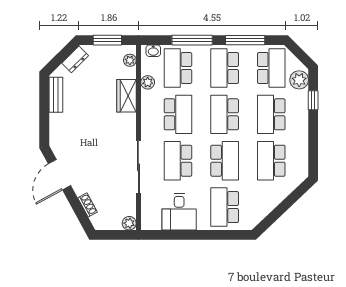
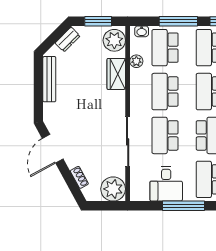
plant: (130, 60) -> (114, 40), width x1.88, depth x1.88
bench: (56, 95) -> (49, 79), width x1.36
school desk: (178, 114) -> (165, 92), turned 180
plant: (129, 223) -> (113, 189), width x1.88, depth x1.88
window: (197, 235) -> (184, 206), added

